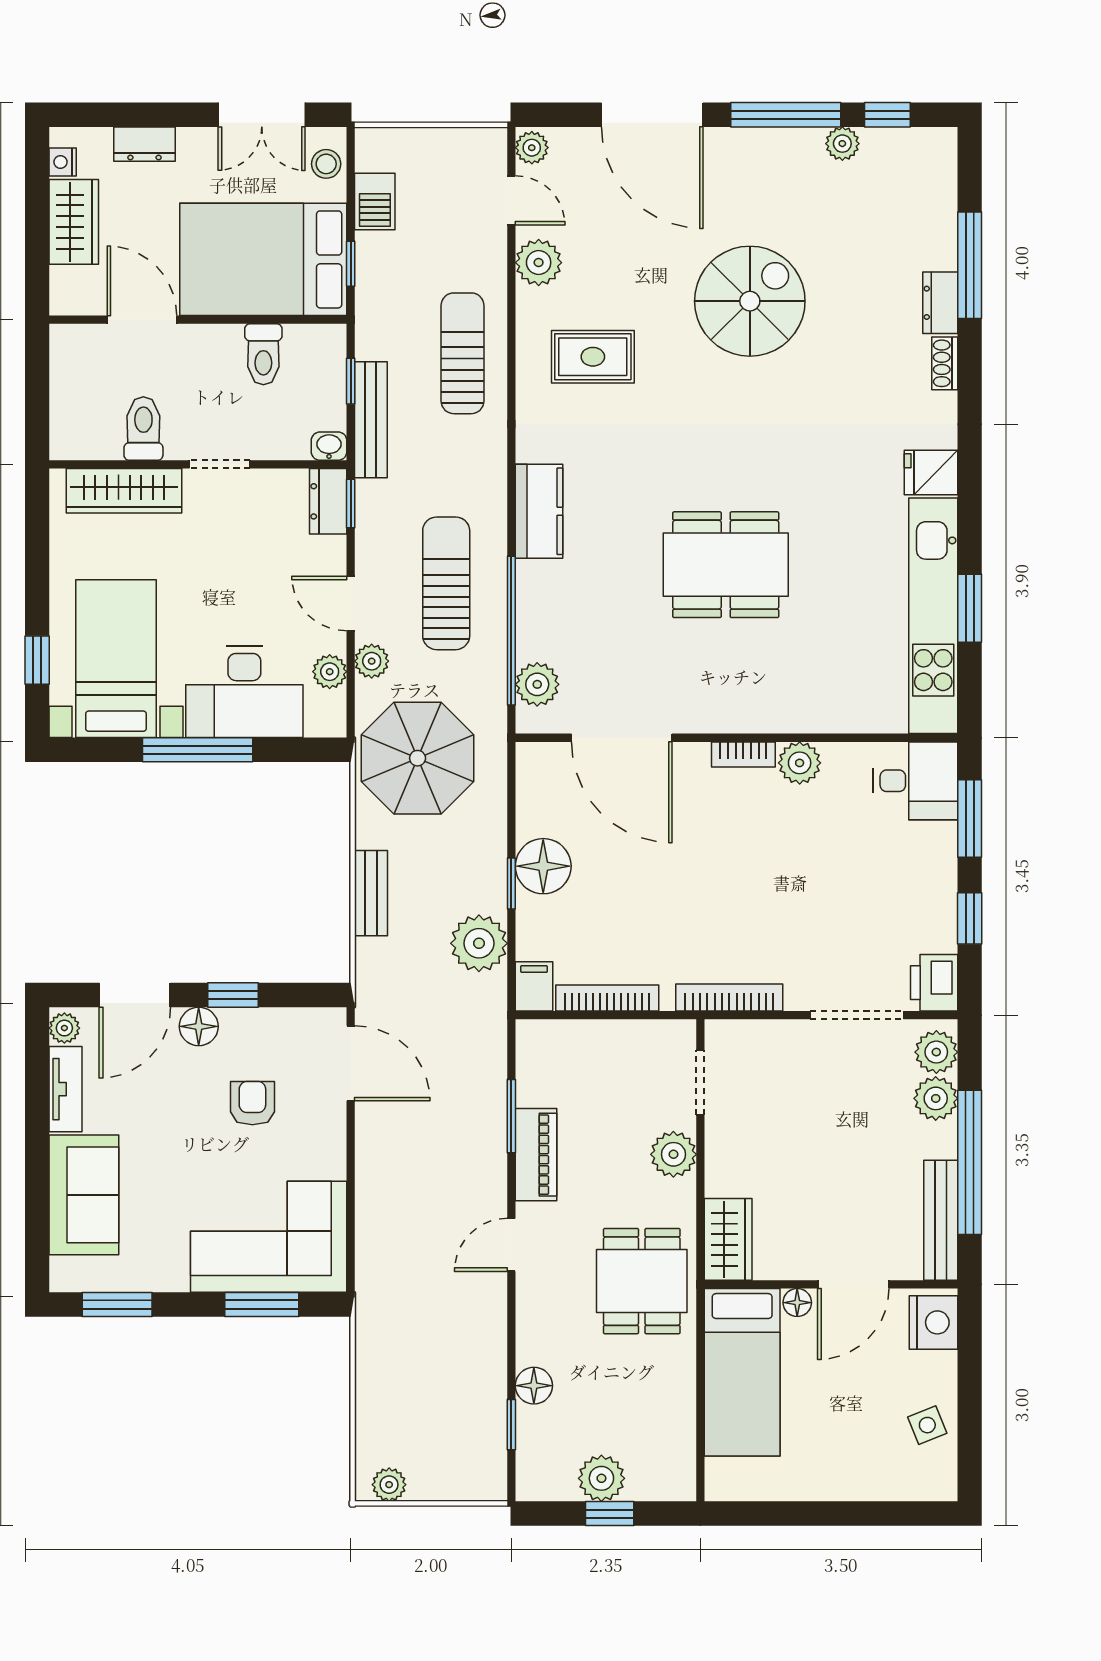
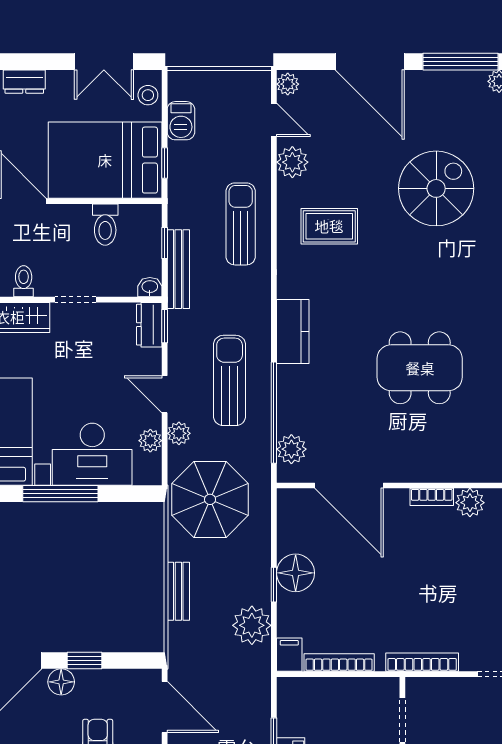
toilet: (143, 429) -> (24, 281), width x0.73, depth x0.72

